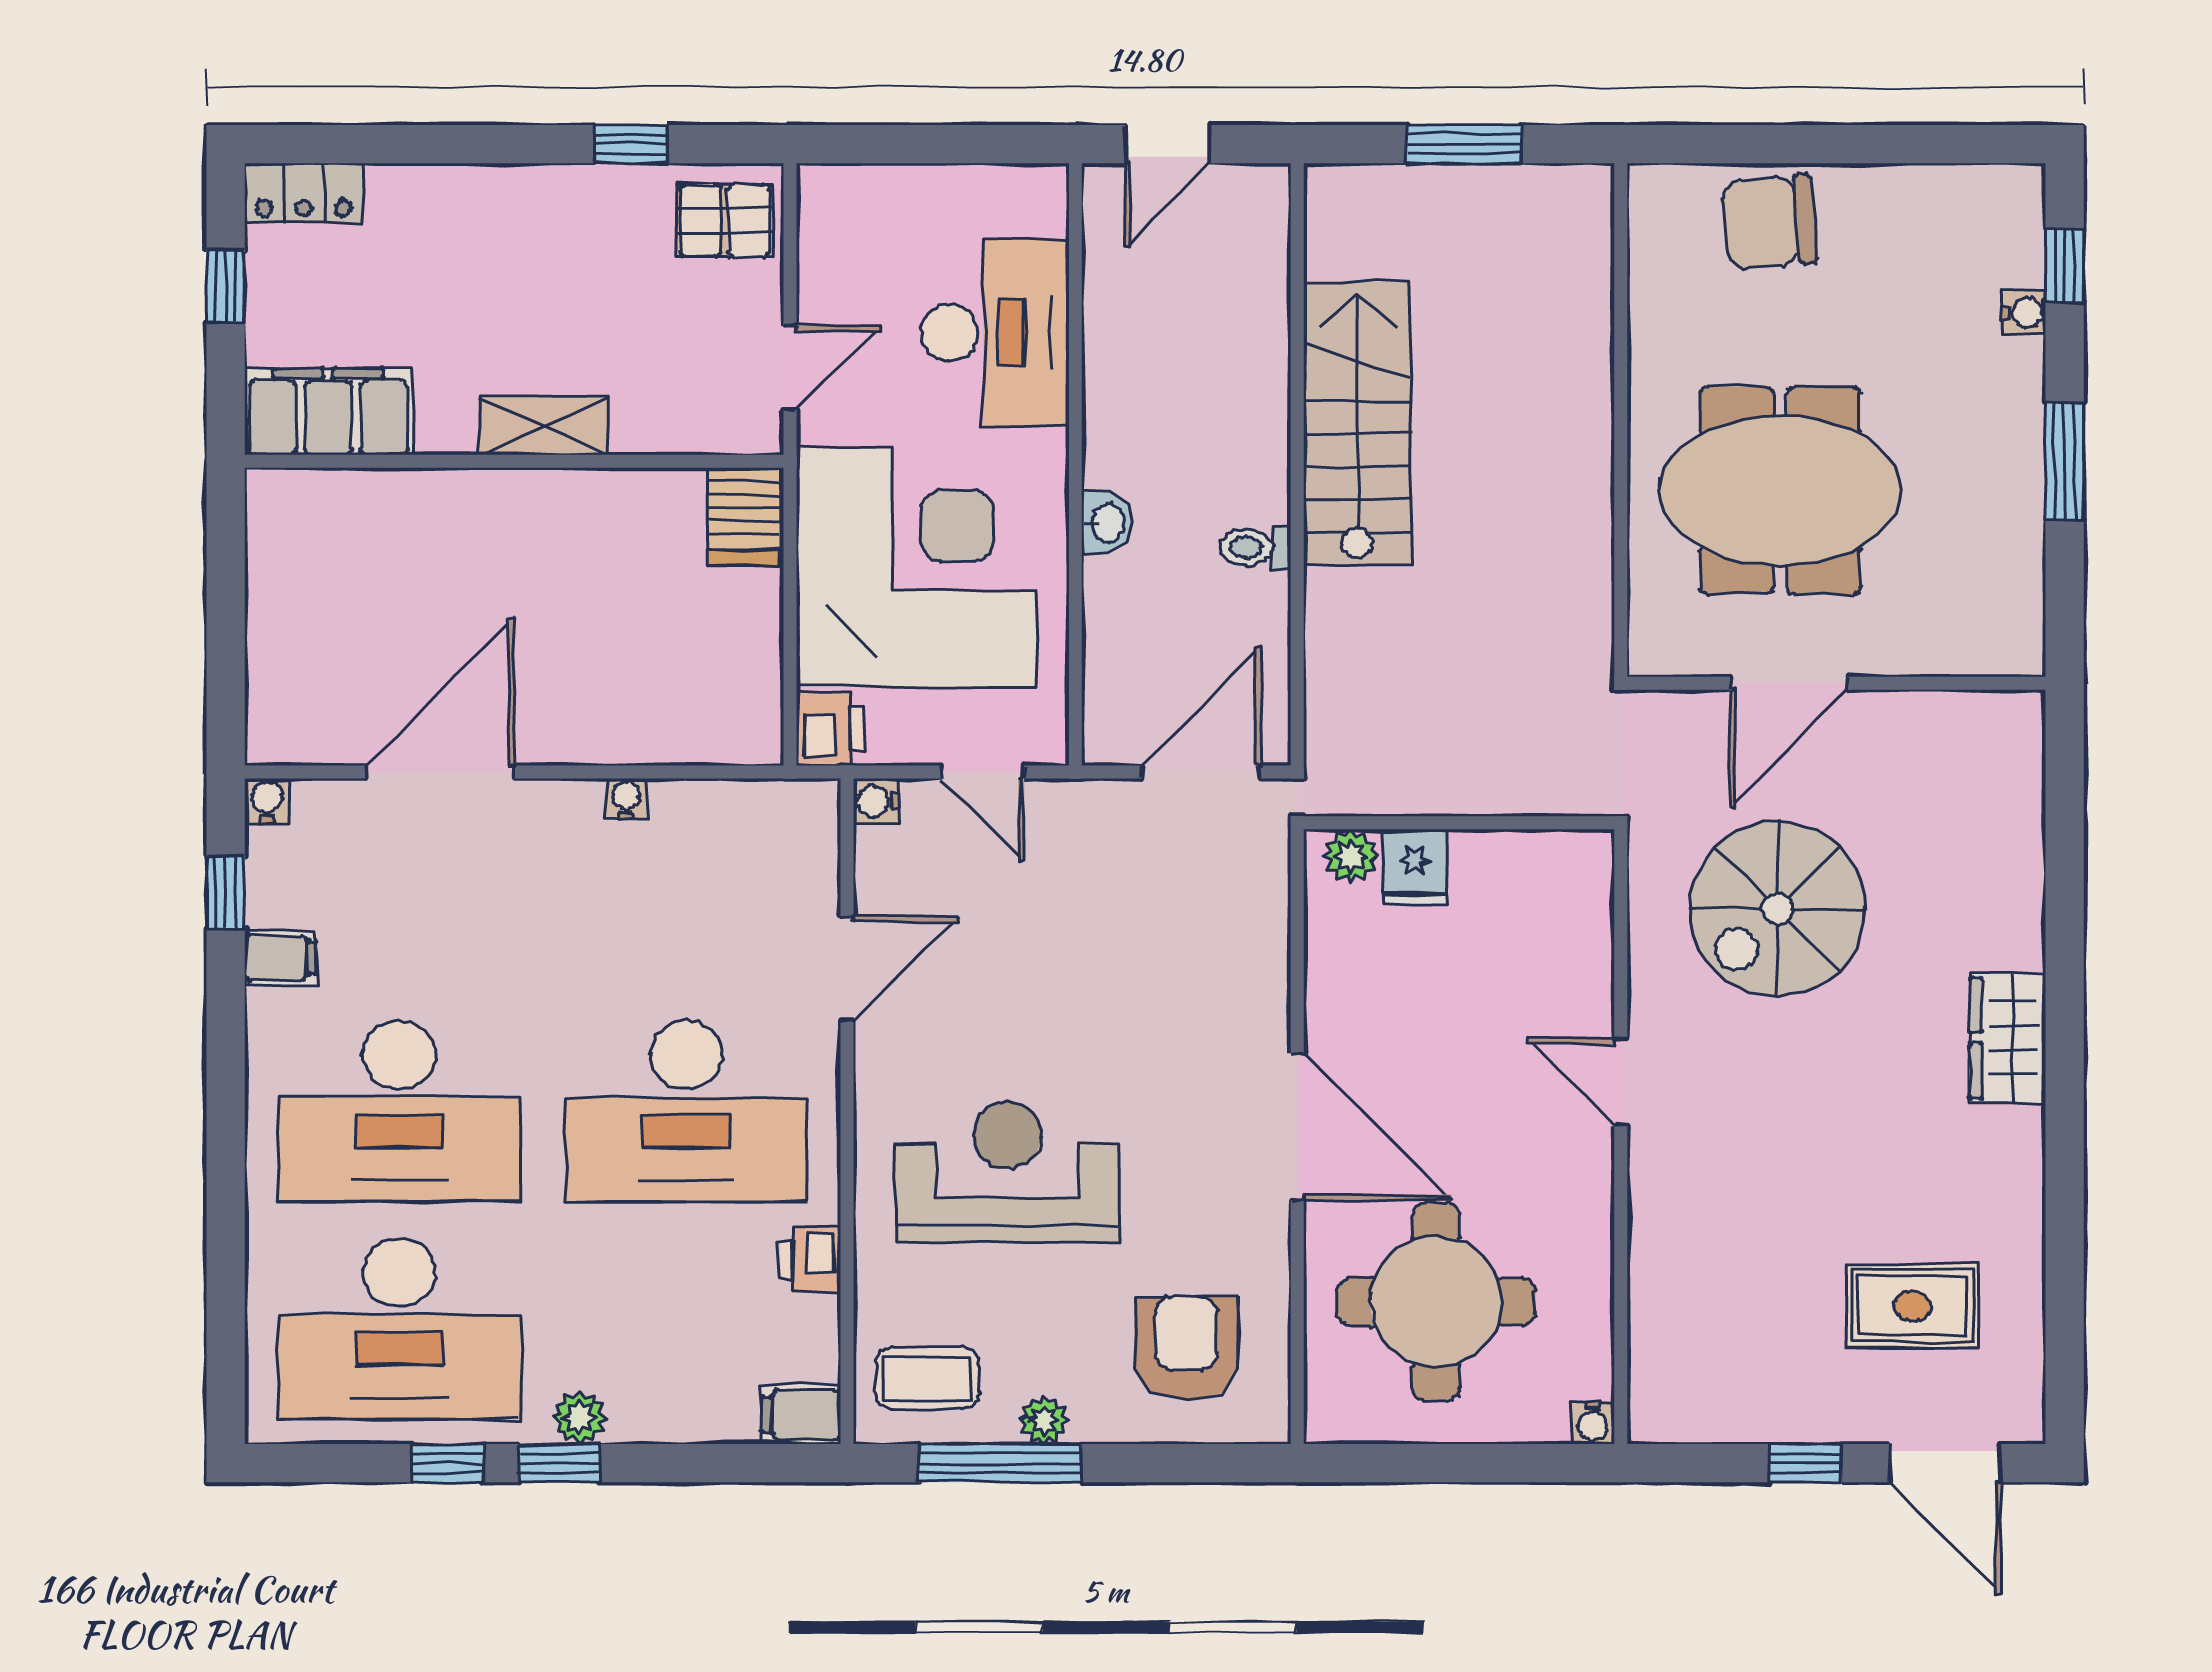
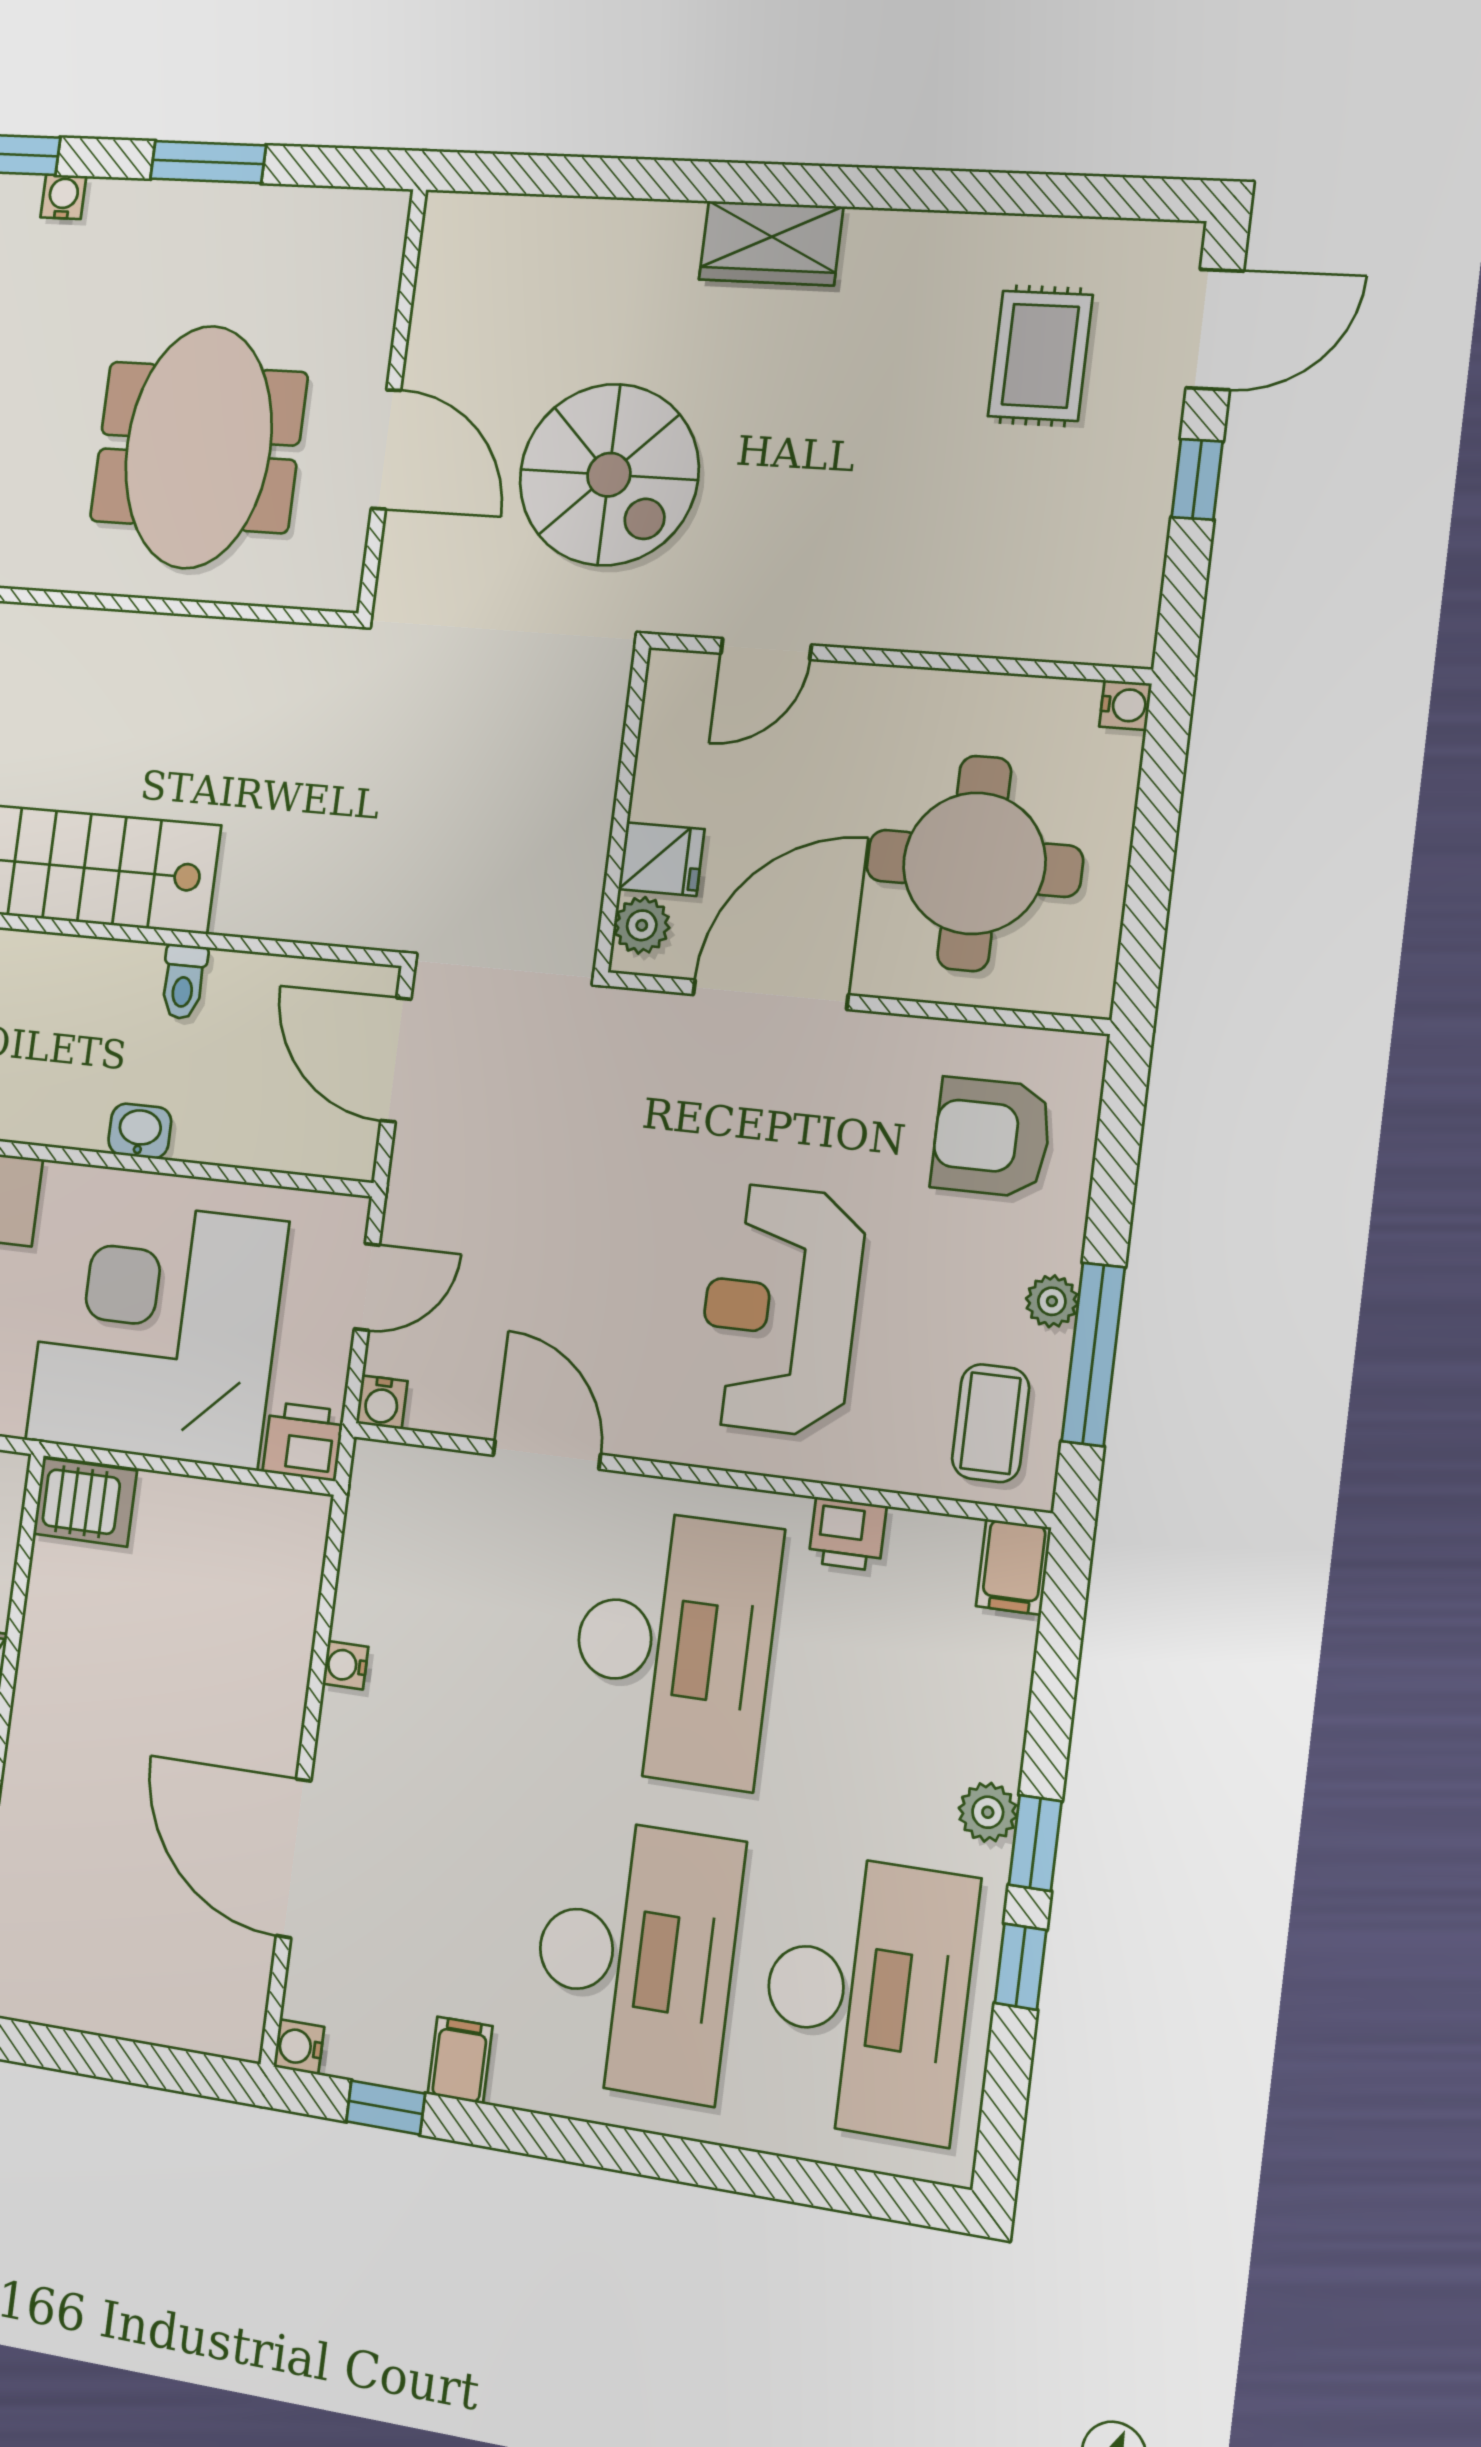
wall: (1459, 823) -> (622, 809), moved
plant: (1351, 856) -> (642, 925), moved
fridge: (1415, 867) -> (661, 859), moved

